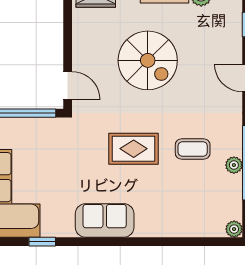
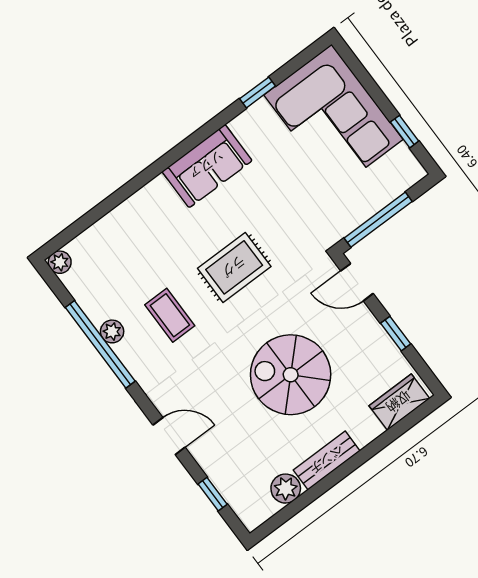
window: (68, 38) -> (396, 334), added
coffee table: (193, 149) -> (170, 315), turned 90

